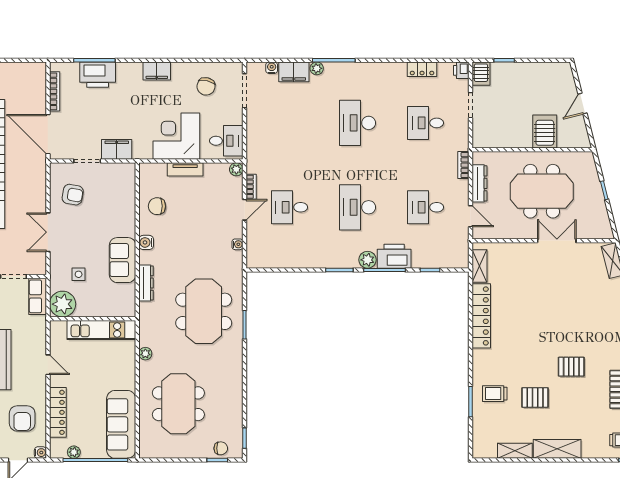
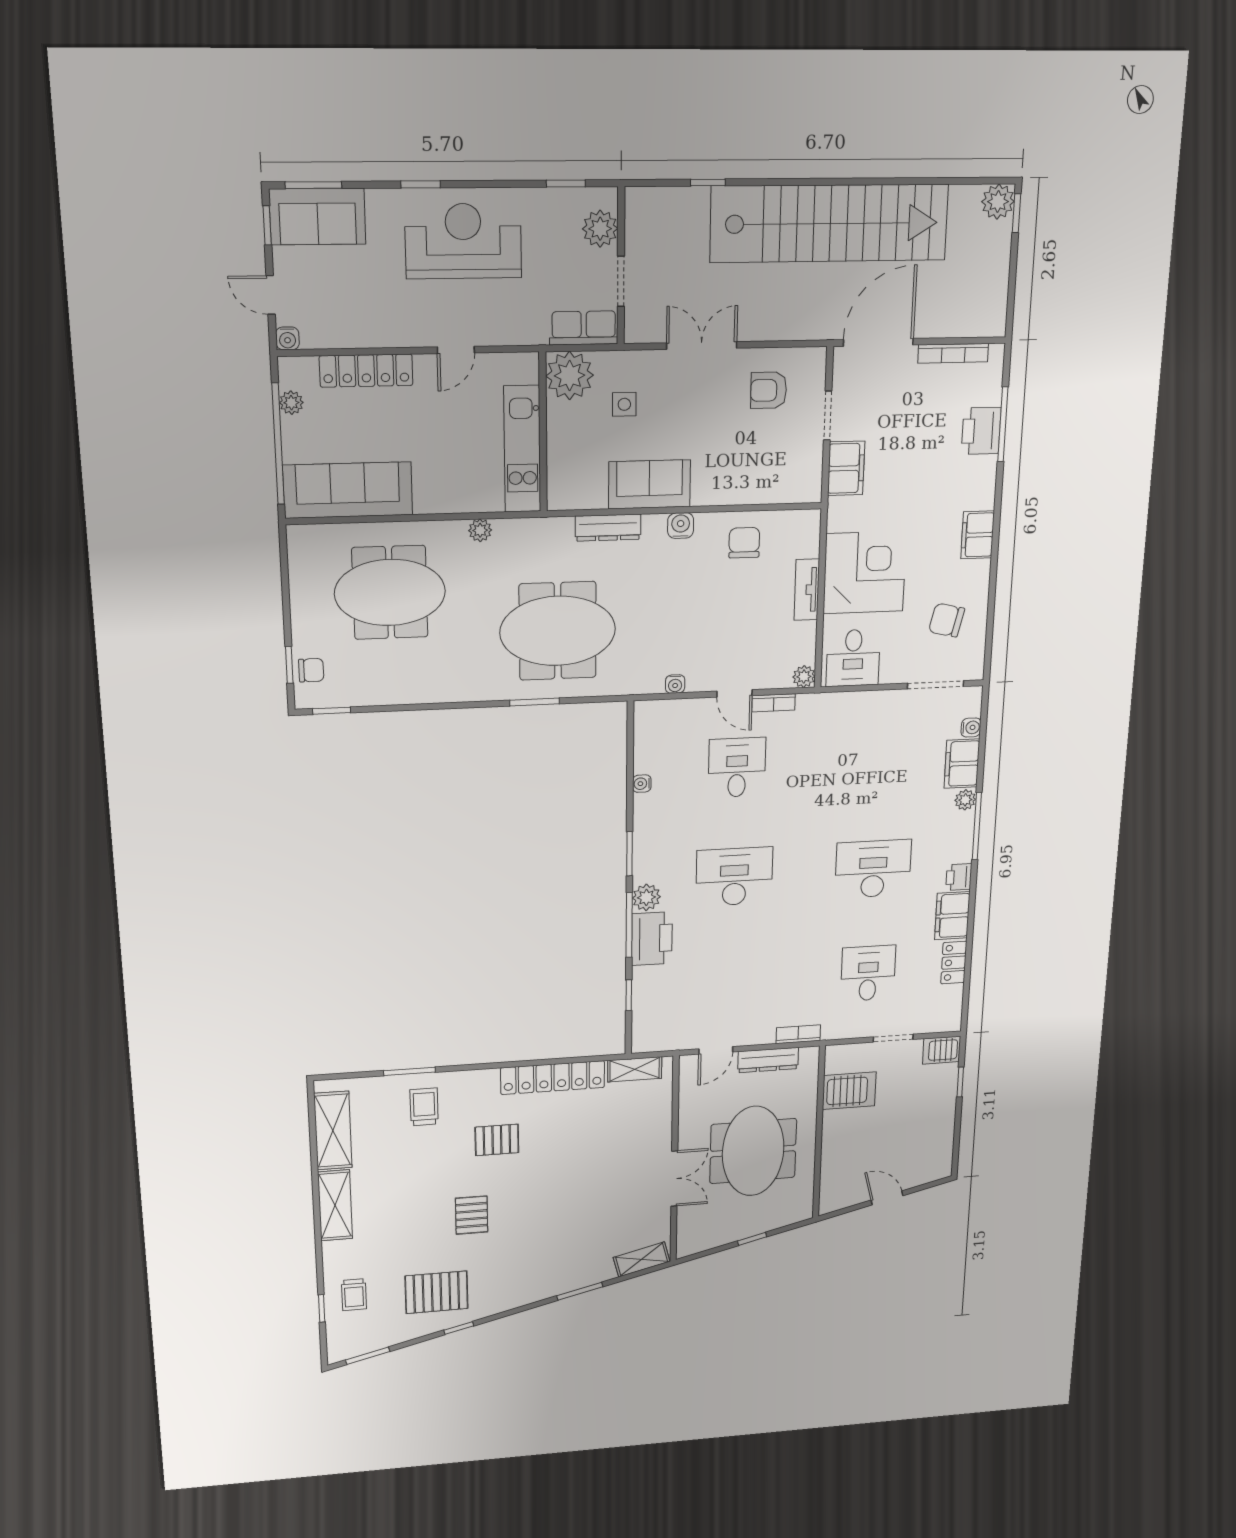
printer: (461, 70) -> (959, 877), moved, turned -90
filing cabinet: (391, 72) -> (952, 916), added
printer: (98, 75) -> (981, 431), width x0.73, depth x0.84
server rack: (545, 131) -> (849, 1091), moved
armchair: (73, 195) -> (769, 390), turned 80
desk: (426, 207) -> (732, 982), removed
water cooler: (296, 263) -> (642, 784), added
pallet: (535, 397) -> (497, 1140), moved, turned 90
armchair: (22, 418) -> (352, 302), removed
chair: (221, 448) -> (311, 670), turned -90
shelving: (515, 451) -> (333, 1131), width x1.50, depth x1.33

